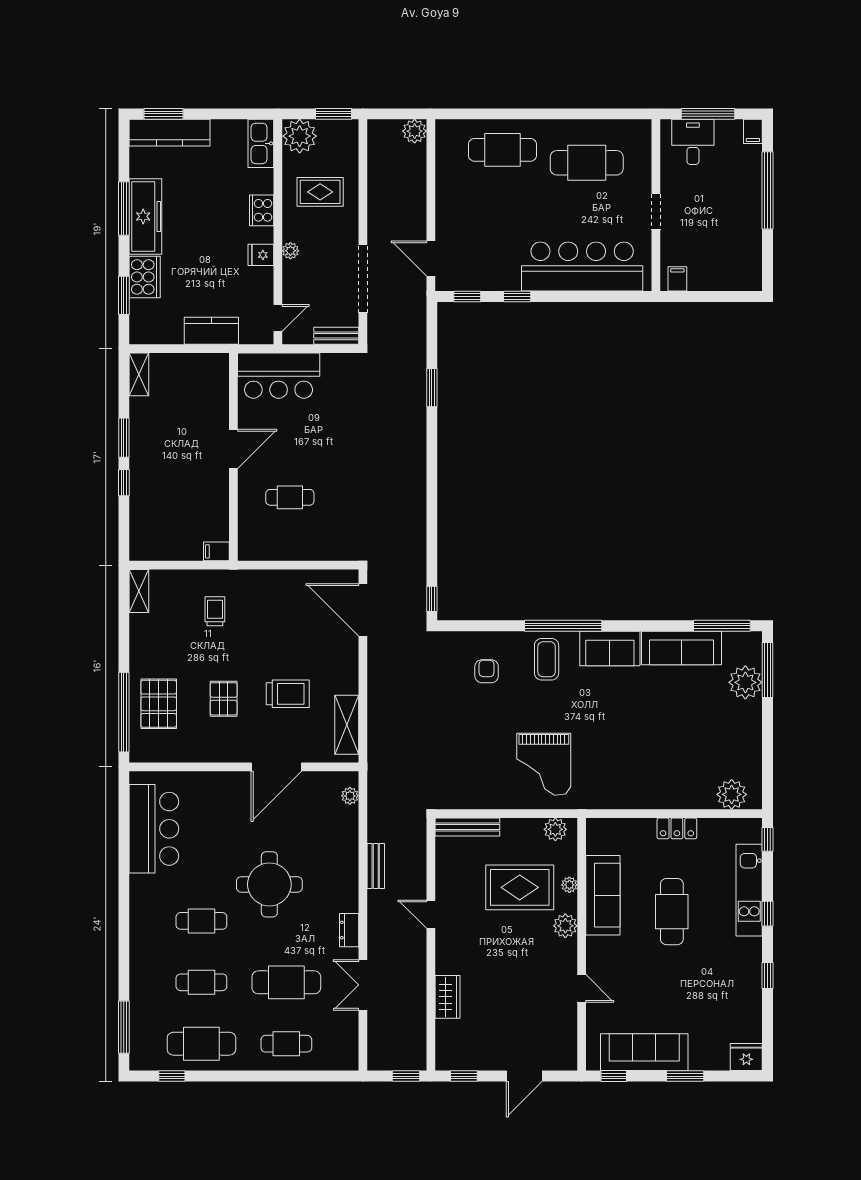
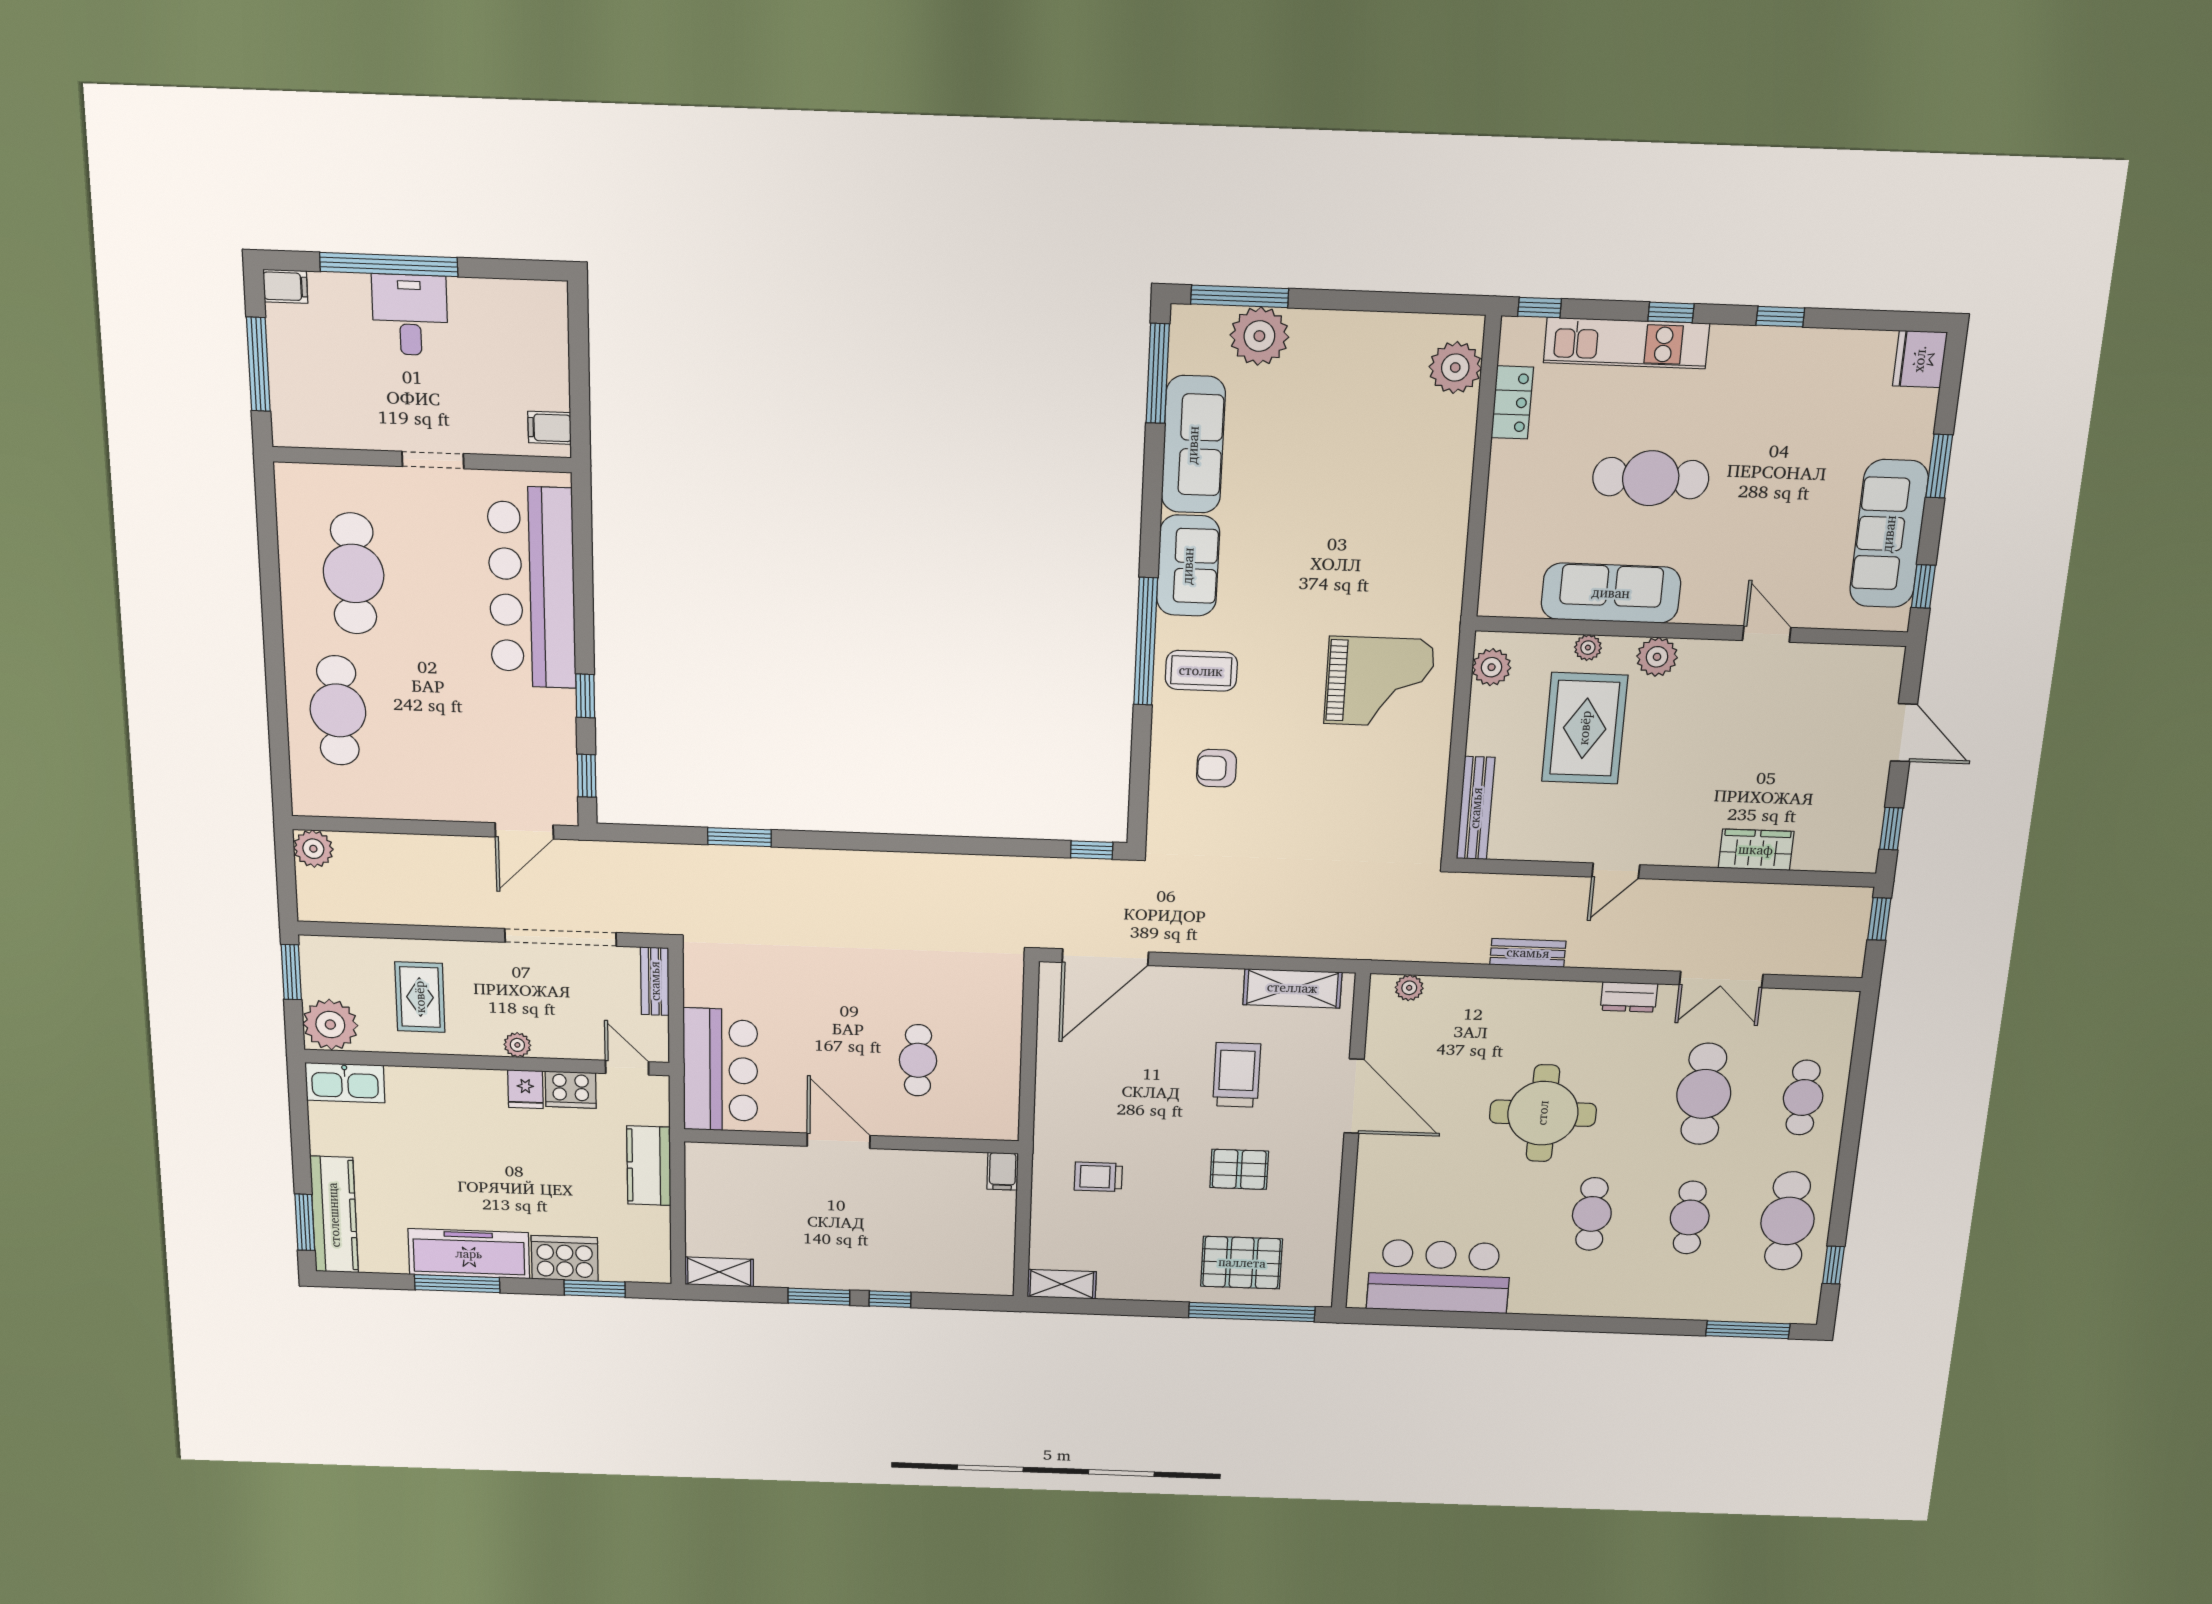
desk: (693, 142) -> (410, 315), moved, turned 90
cooker: (262, 210) -> (571, 1090), moved
locker: (677, 828) -> (1512, 402), moved
door: (582, 988) -> (1767, 634), hinge flipped

